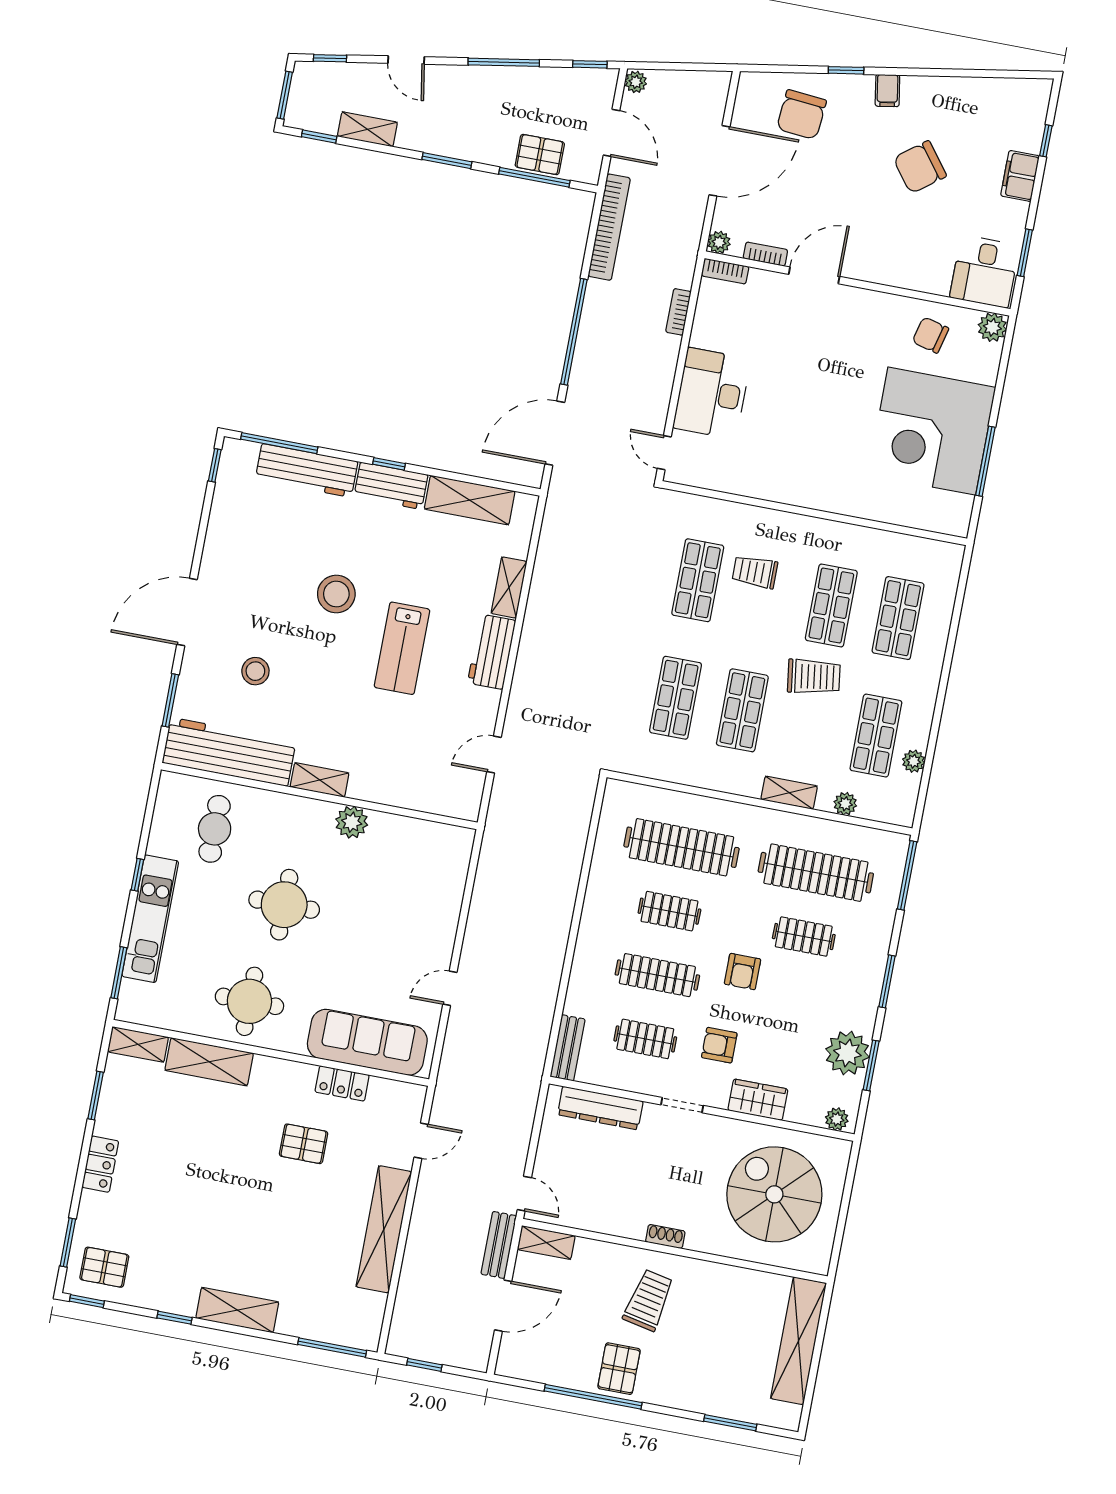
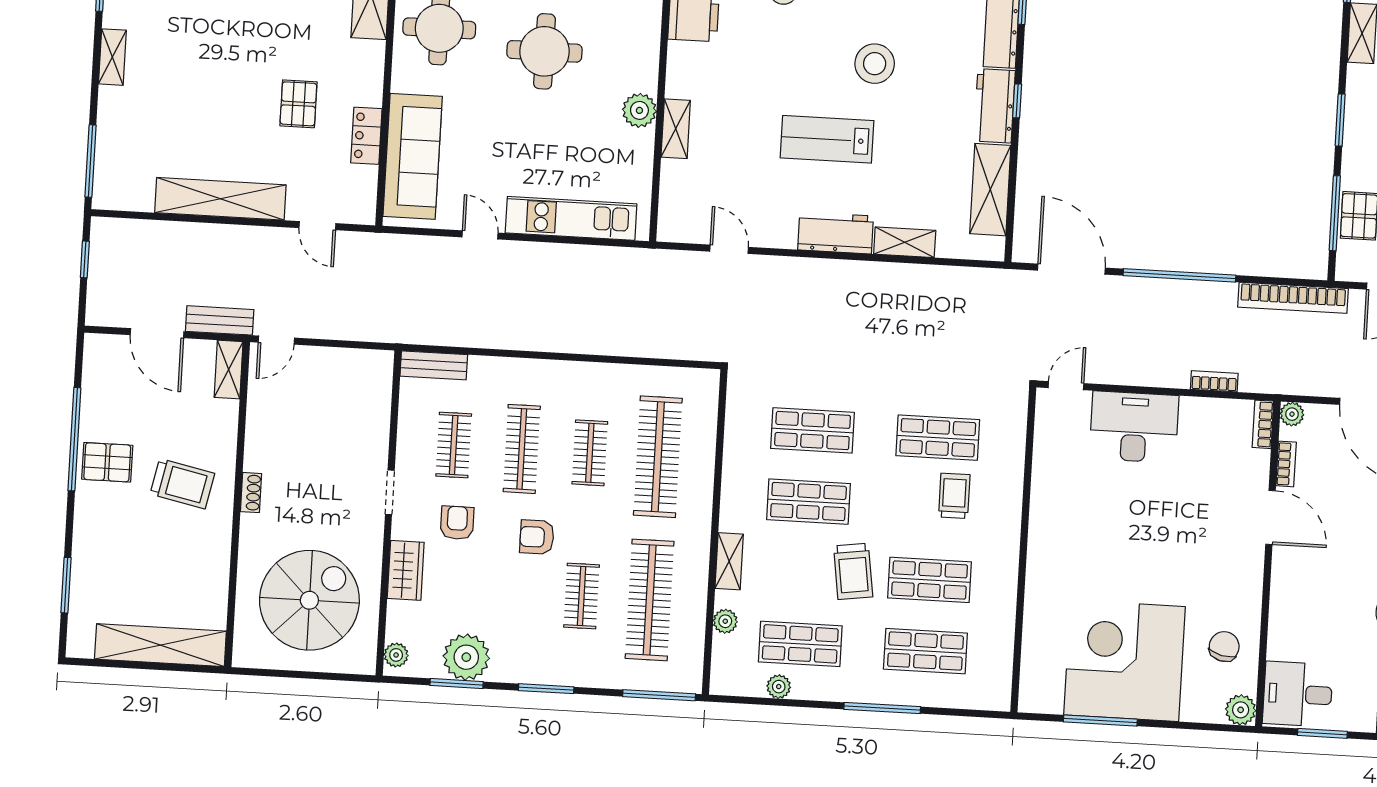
window: (947, 666) -> (882, 708), added
shelving: (320, 780) -> (676, 129), moved
kitchen unit: (445, 900) -> (571, 218), added
dresser: (600, 1108) -> (376, 408), removed
shelving: (237, 1310) -> (112, 57), width x0.67, depth x0.75

